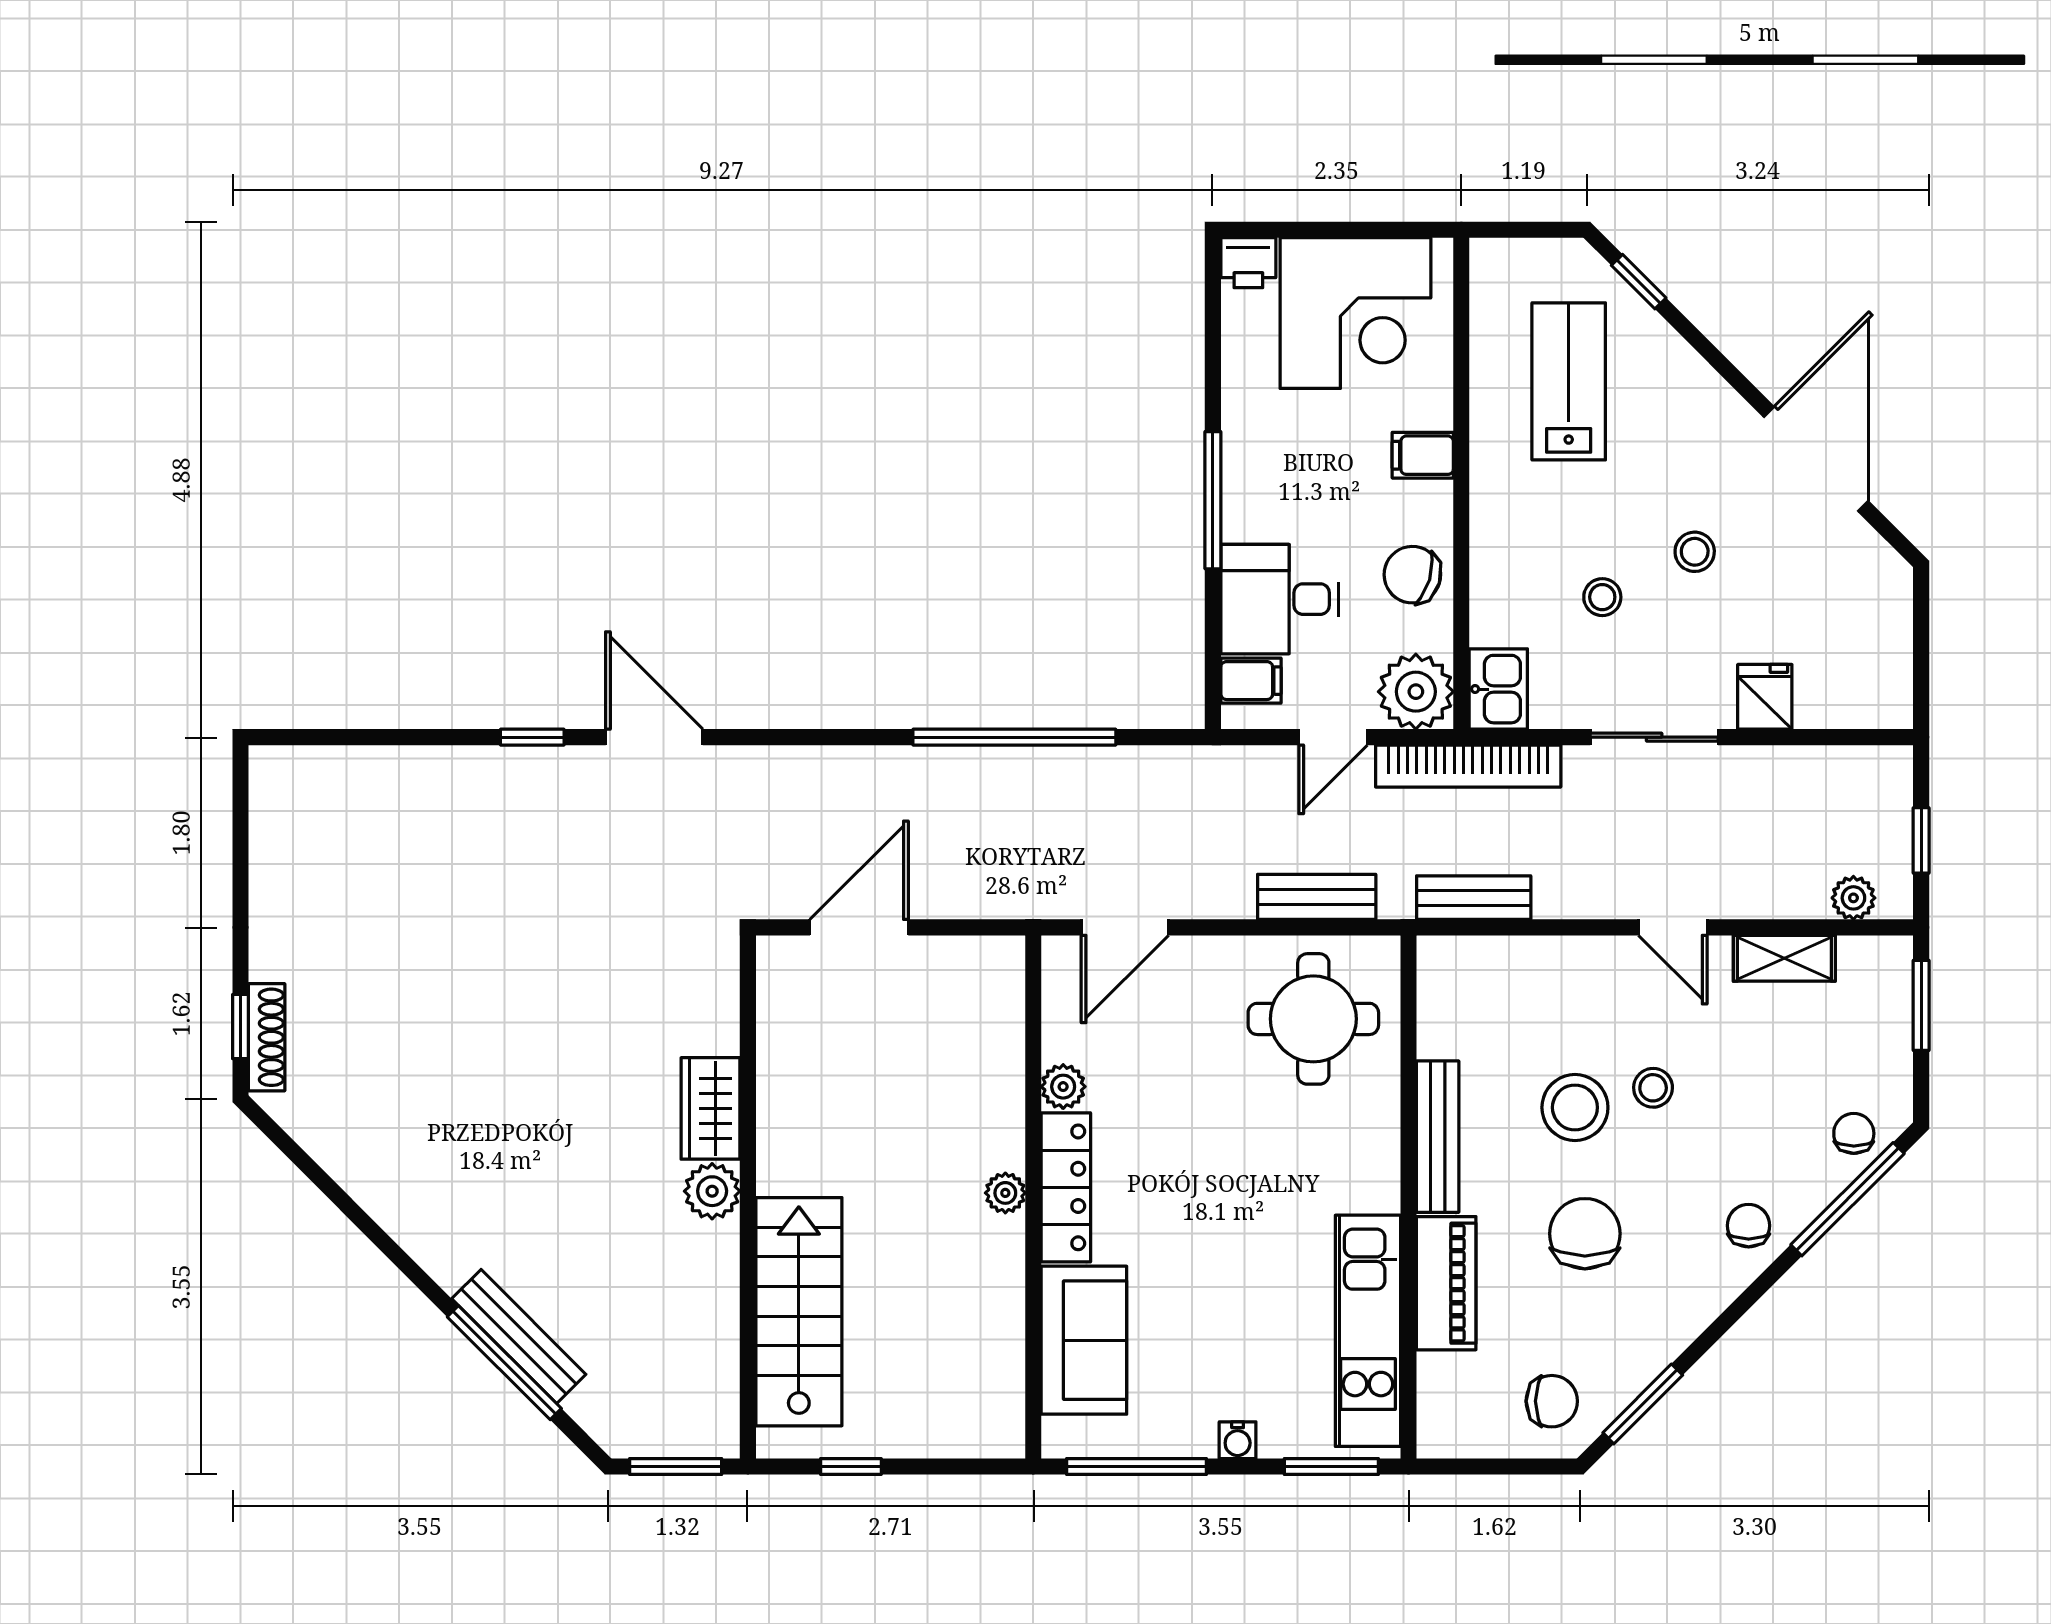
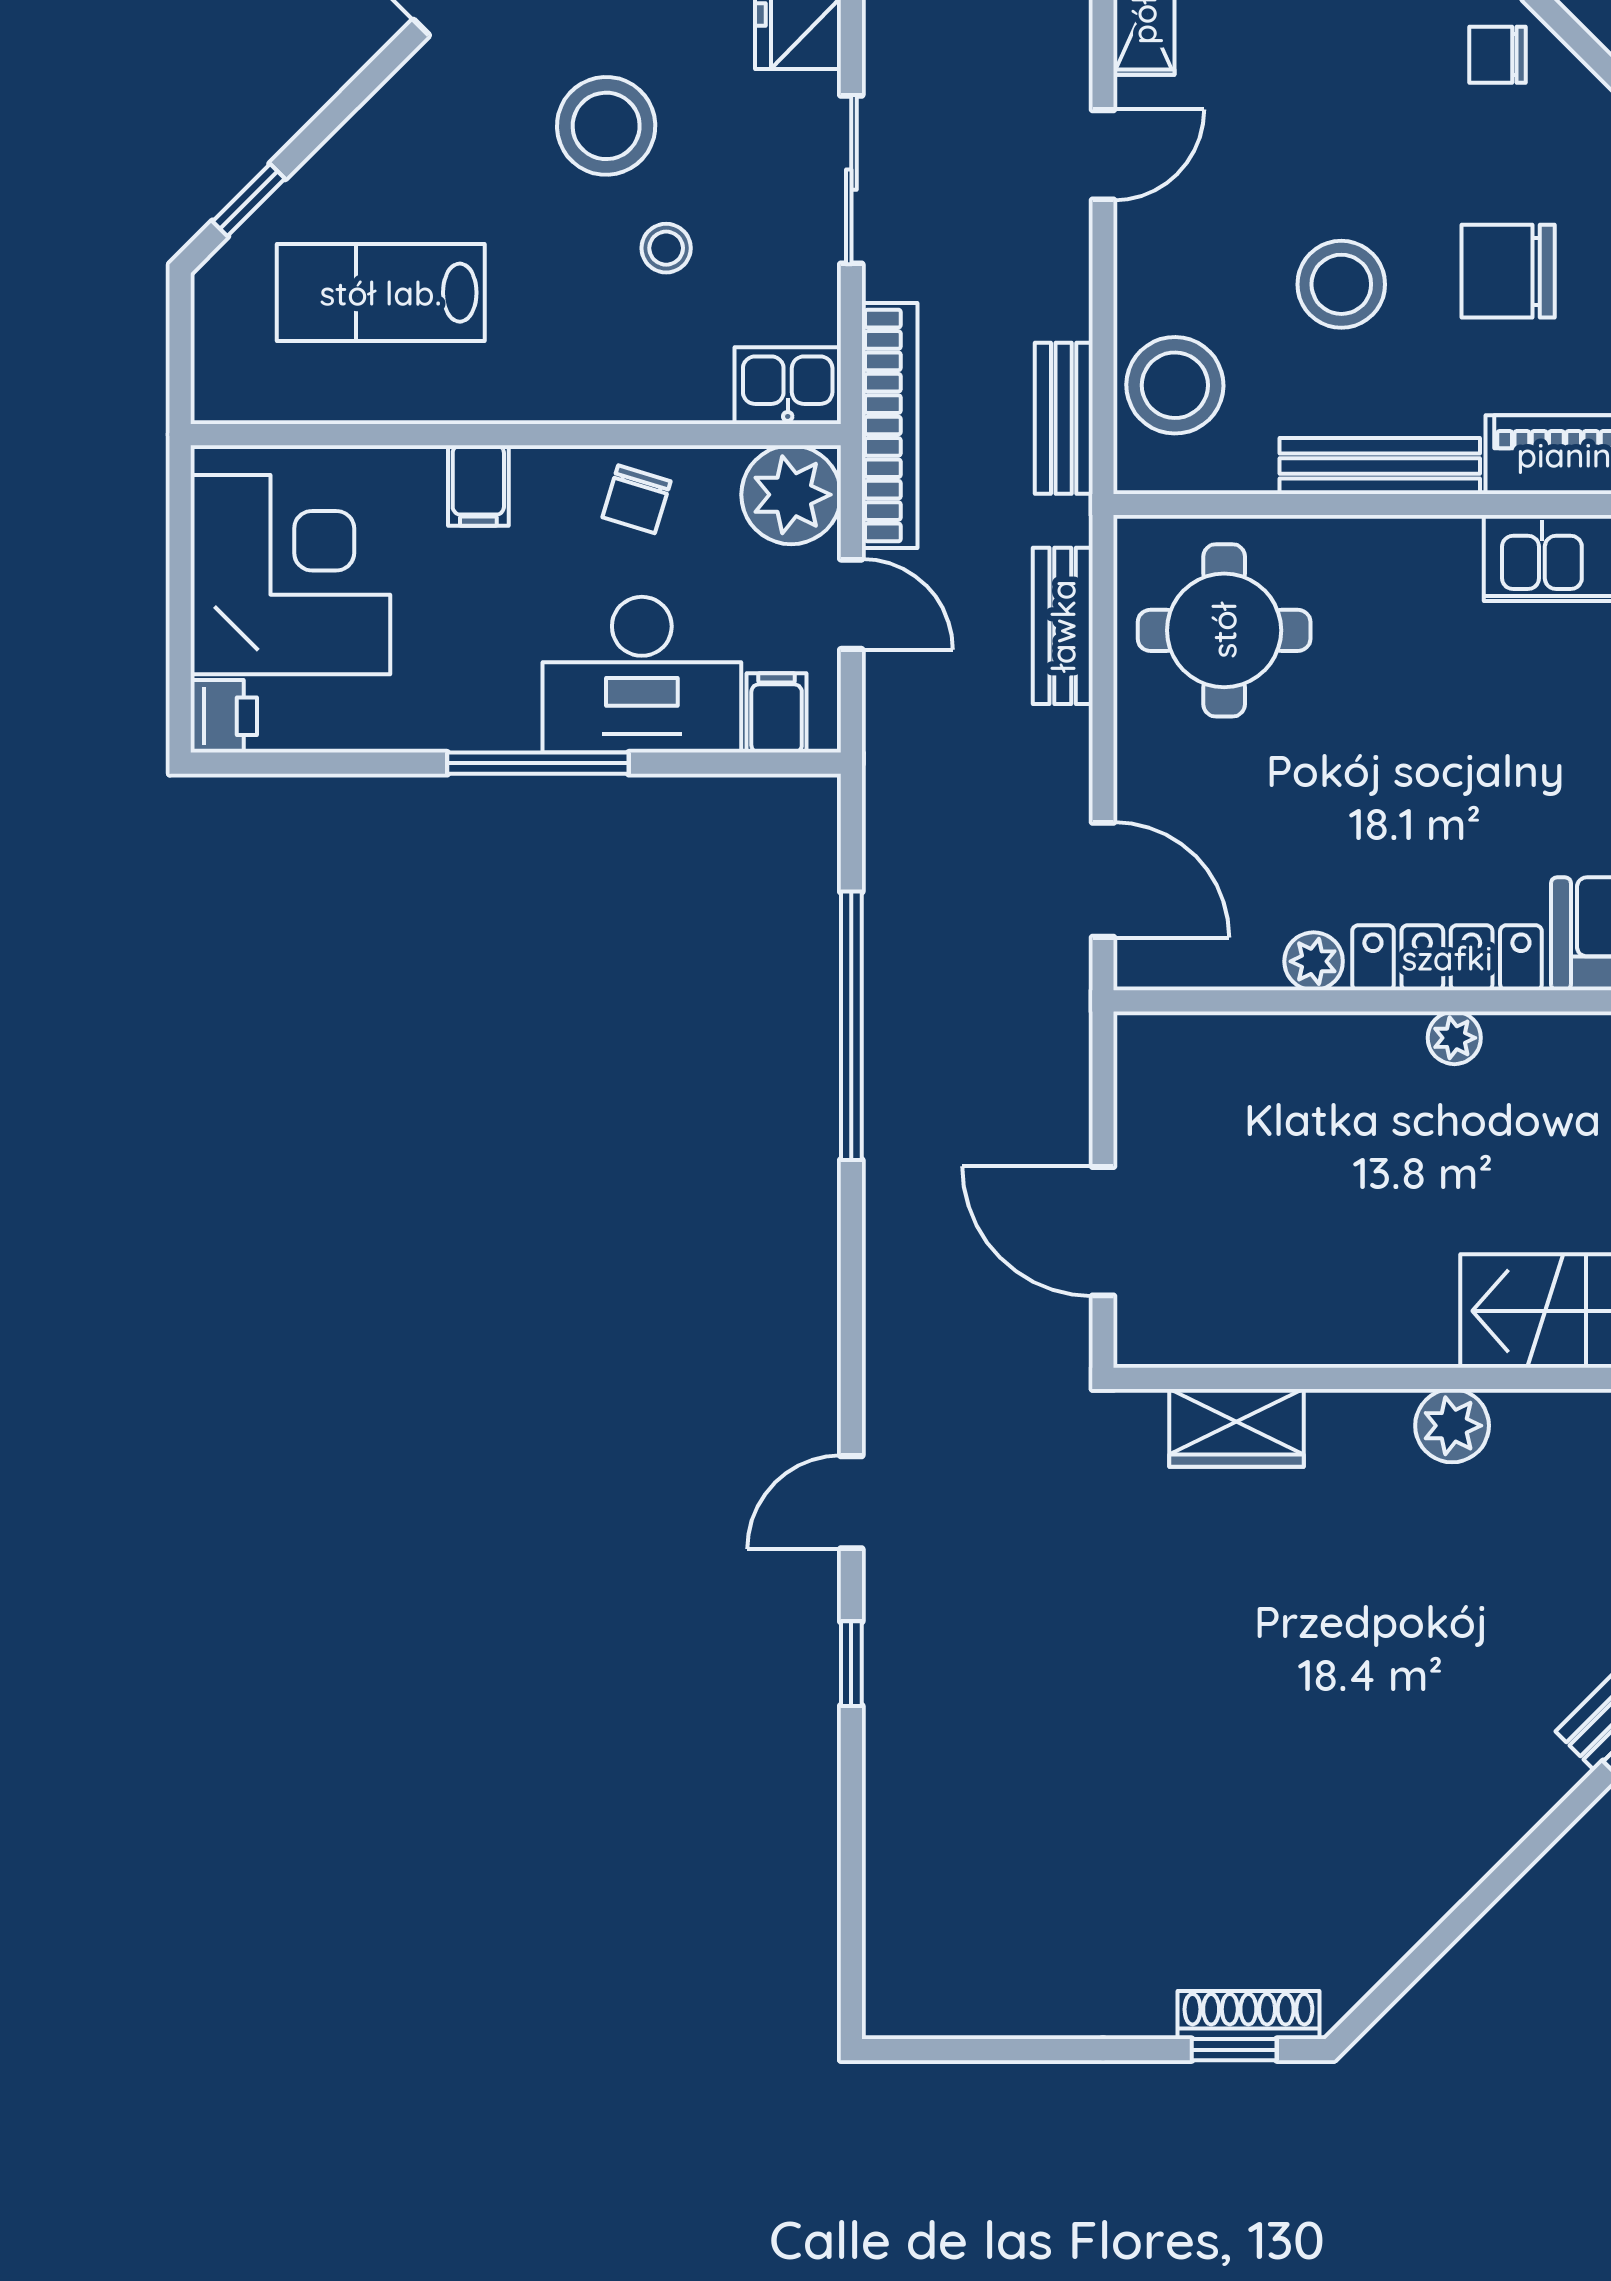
stool: (1695, 552) -> (606, 126), width x1.89, depth x1.89
chair: (1412, 575) -> (636, 499), width x0.73, depth x0.73
desk: (1280, 599) -> (642, 675), width x1.37
door: (654, 737) -> (851, 1502), width x0.73
stool: (1653, 1088) -> (1175, 385), moved, width x1.89, depth x1.89
wardrobe: (710, 1108) -> (1237, 1428), moved

